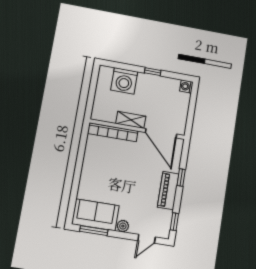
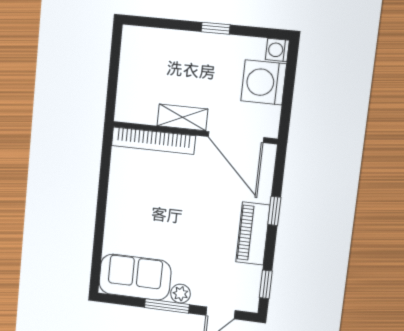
washing machine: (124, 81) -> (264, 82), moved, turned 90
window: (94, 231) -> (167, 306), moved

